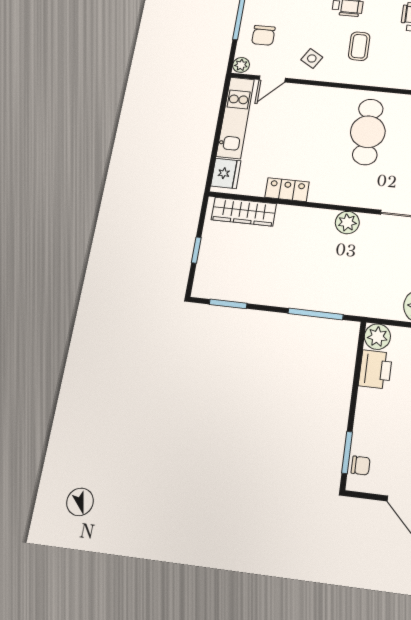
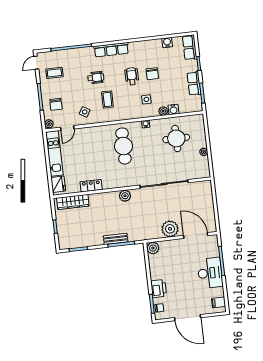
bench: (307, 301) -> (116, 239), added
printer: (375, 369) -> (159, 289), moved

